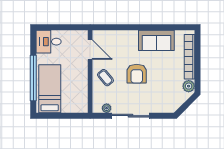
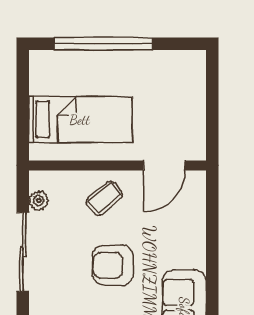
desk: (49, 42) -> (181, 76), removed
bed: (50, 89) -> (80, 120), moved

